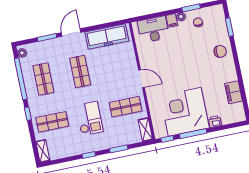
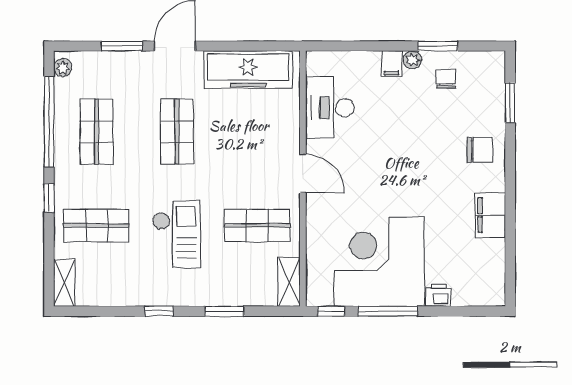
desk: (153, 29) -> (330, 108), moved, turned -90
filing cabinet: (234, 92) -> (491, 215), moved

